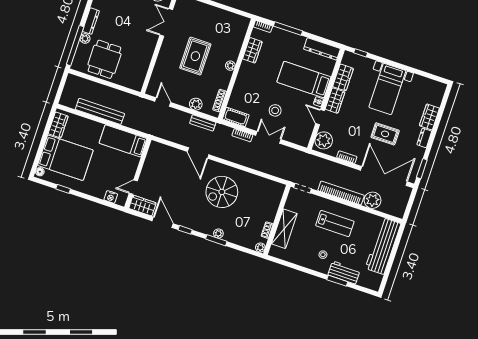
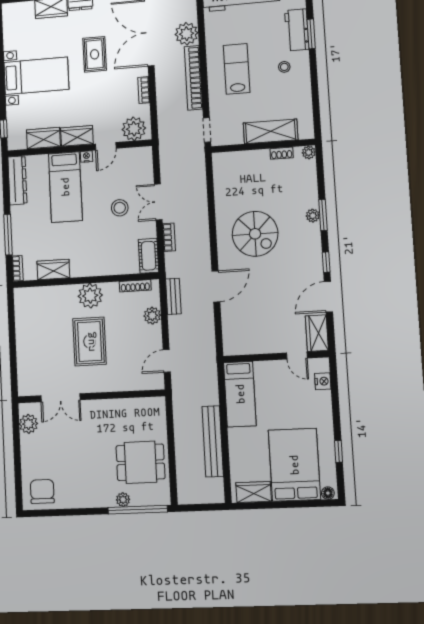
dresser: (91, 21) -> (97, 501), removed
rug: (195, 56) -> (90, 342), turned 90
plant: (230, 66) -> (90, 296), width x1.87, depth x1.87

